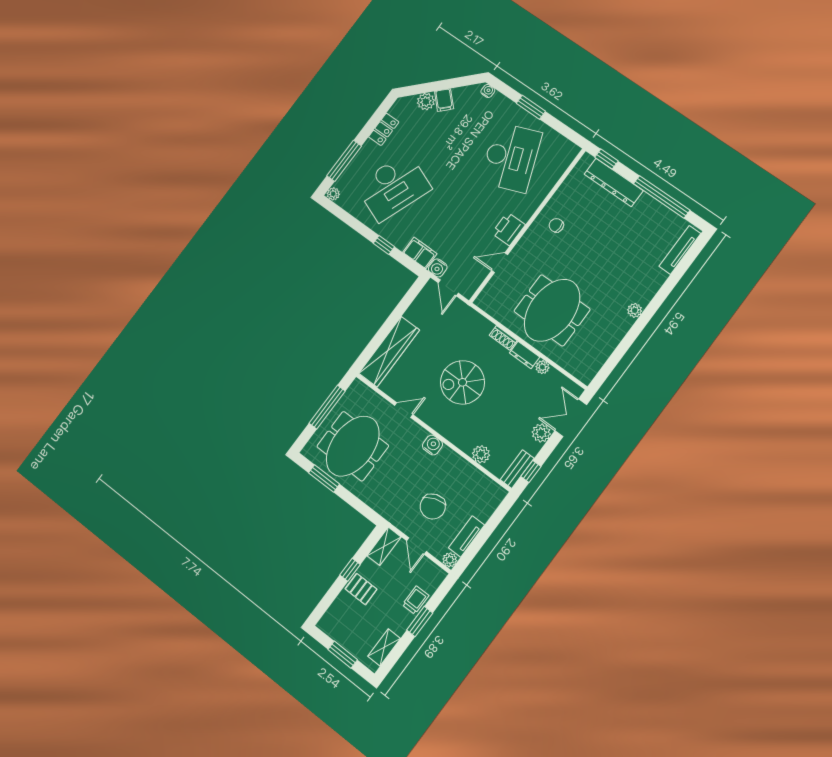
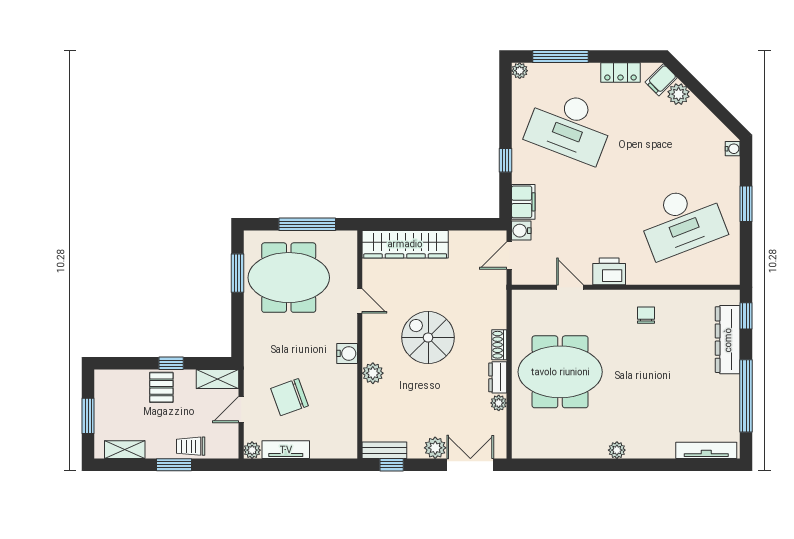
filing cabinet: (444, 100) -> (661, 80), moved
plant: (481, 454) -> (373, 373), moved
trolley: (416, 600) -> (191, 446), turned 180

